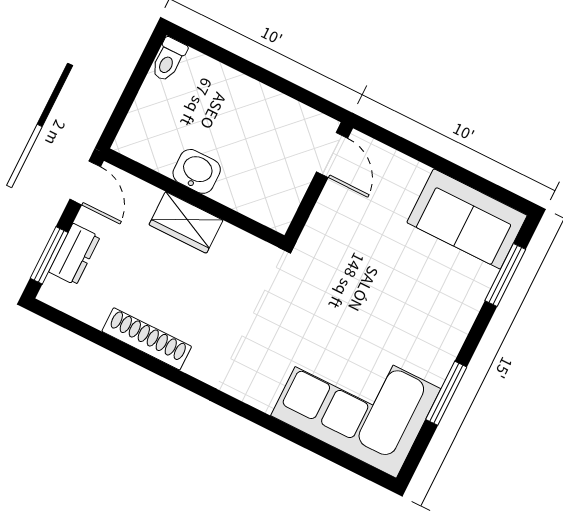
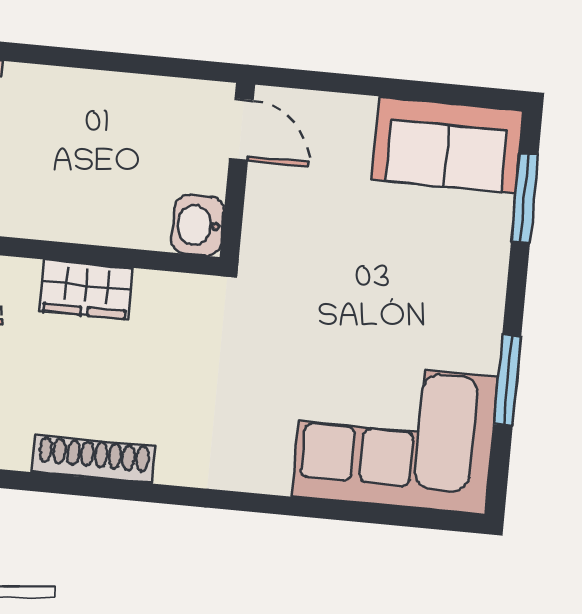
washbasin: (197, 171) -> (198, 225), moved, turned -90

